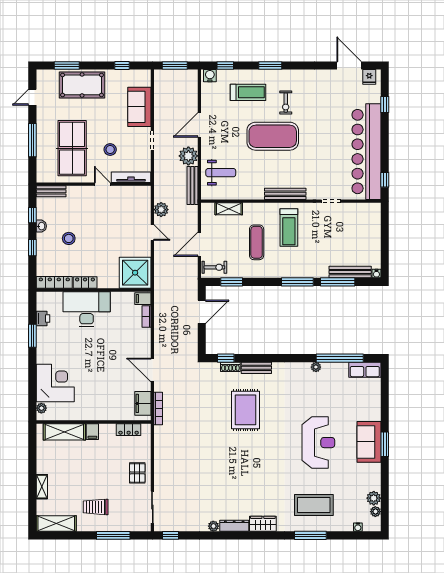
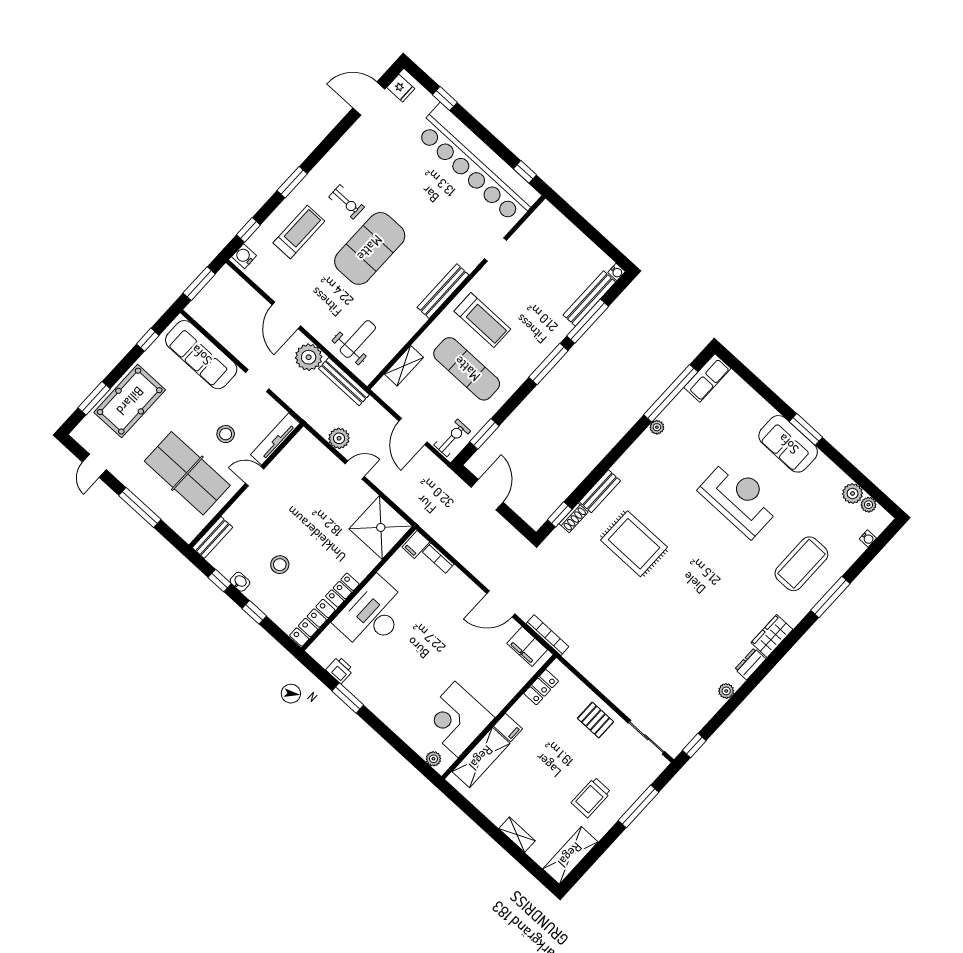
sofa: (139, 107) -> (201, 355), width x1.36
exercise mat: (257, 242) -> (467, 369), width x1.36, depth x1.45
corner desk: (55, 383) -> (457, 719), moved, turned -90
dresser: (234, 526) -> (750, 664), width x0.70

